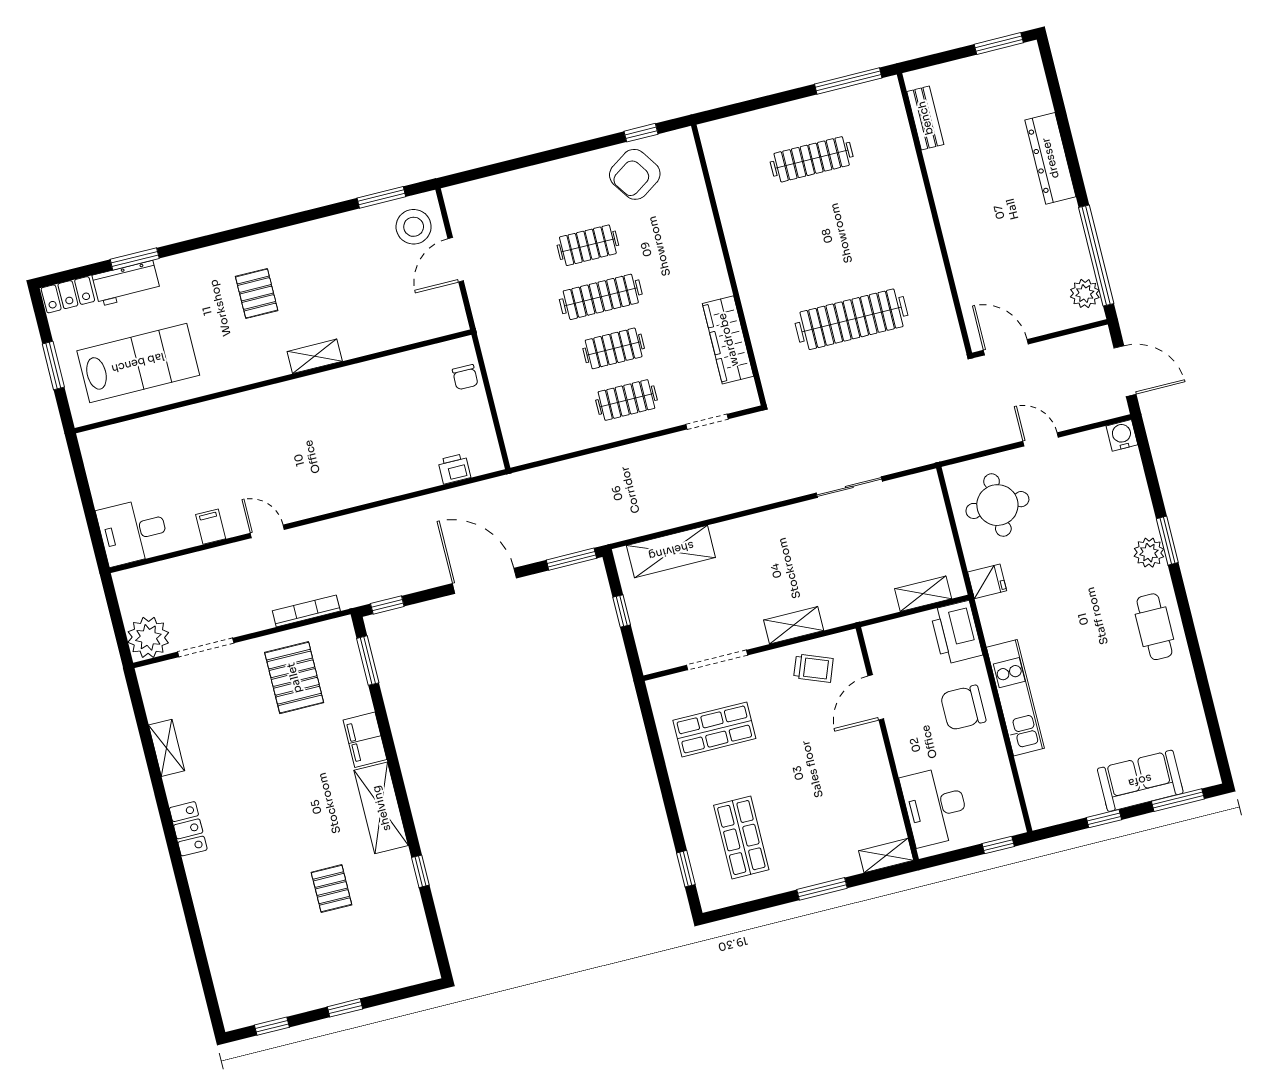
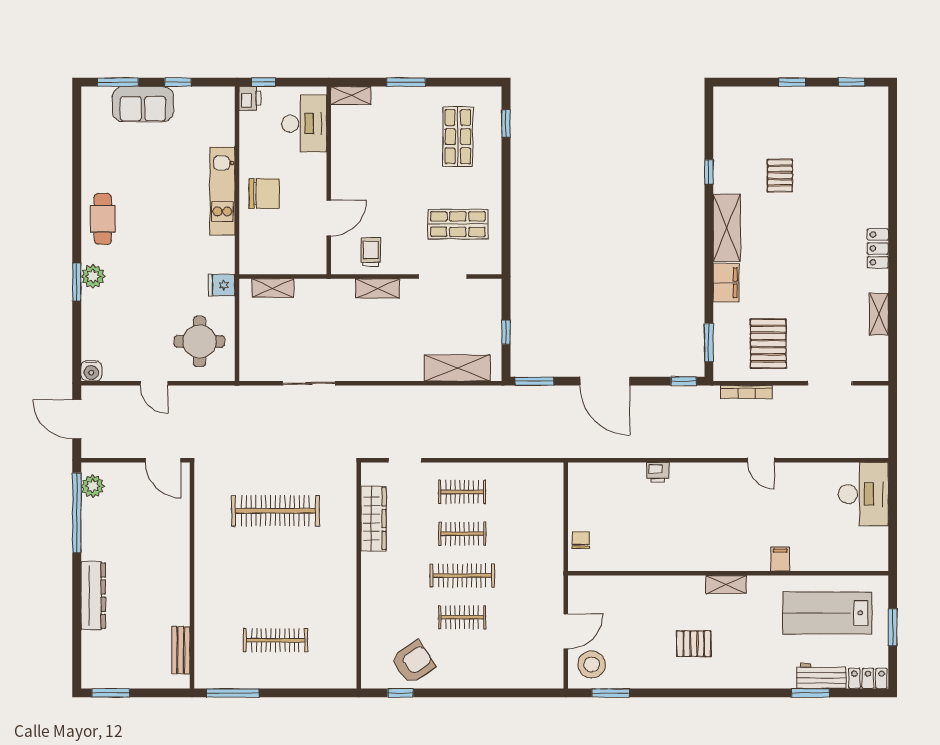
pallet: (257, 294) -> (694, 644), moved, turned 90
shelving: (315, 356) -> (726, 585), moved
printer: (454, 469) -> (658, 472), moved
filing cabinet: (211, 527) -> (780, 559), moved, turned 180
desk: (133, 532) -> (863, 494), width x1.37
printer: (956, 633) -> (250, 98), moved, width x0.53, depth x0.68
plant: (148, 637) -> (872, 402), removed
trolley: (813, 668) -> (371, 252), turned 69

